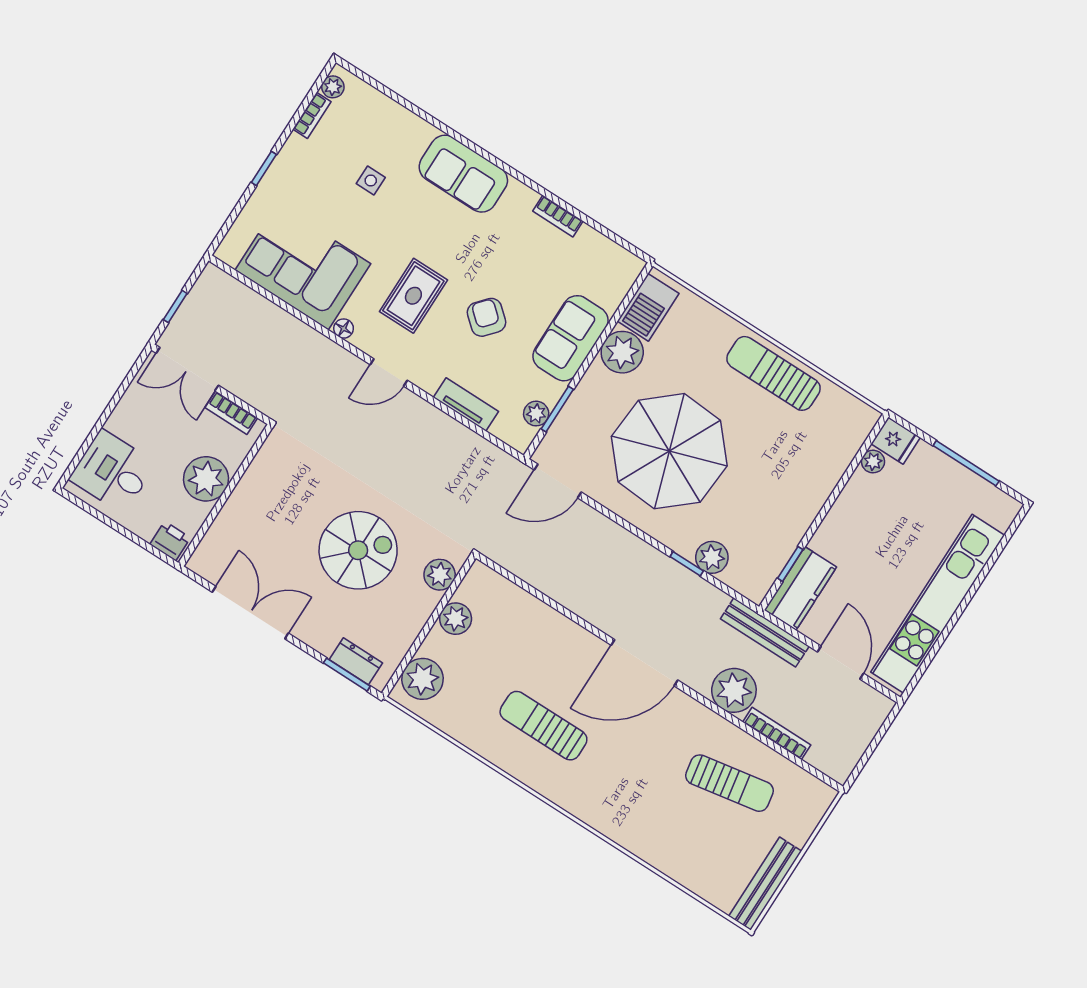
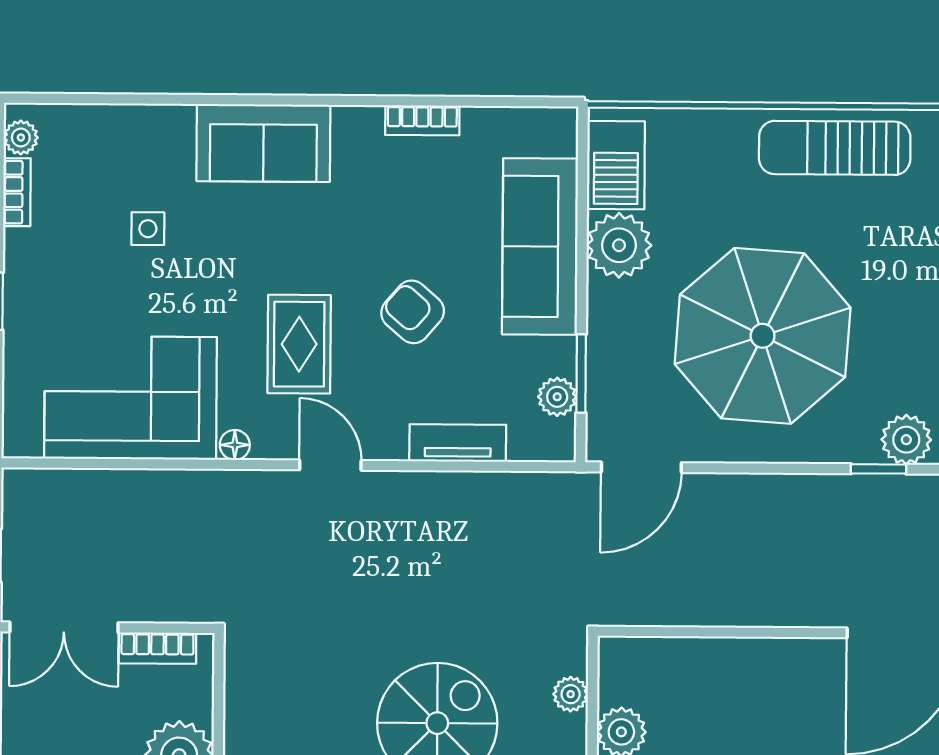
sofa: (570, 338) -> (540, 246), width x1.36
door: (389, 373) -> (330, 465), swing flipped
plant: (440, 575) -> (571, 694), width x0.73, depth x0.73

